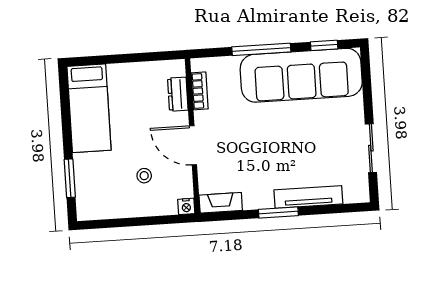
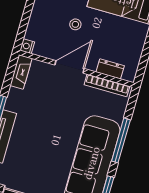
bookcase: (200, 91) -> (107, 85), width x1.56
stool: (144, 176) -> (75, 24), moved

